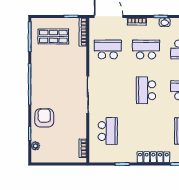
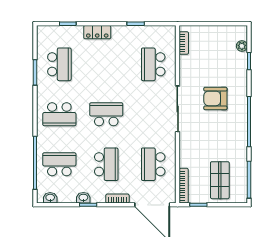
shop shelf: (53, 36) -> (220, 180), turned 90
school desk: (108, 49) -> (153, 164), turned 90
school desk: (146, 49) -> (106, 164), turned -90
school desk: (146, 90) -> (106, 114), turned -90
armchair: (44, 118) -> (215, 98), moved, turned 90
locker: (153, 157) -> (97, 32), width x0.66

